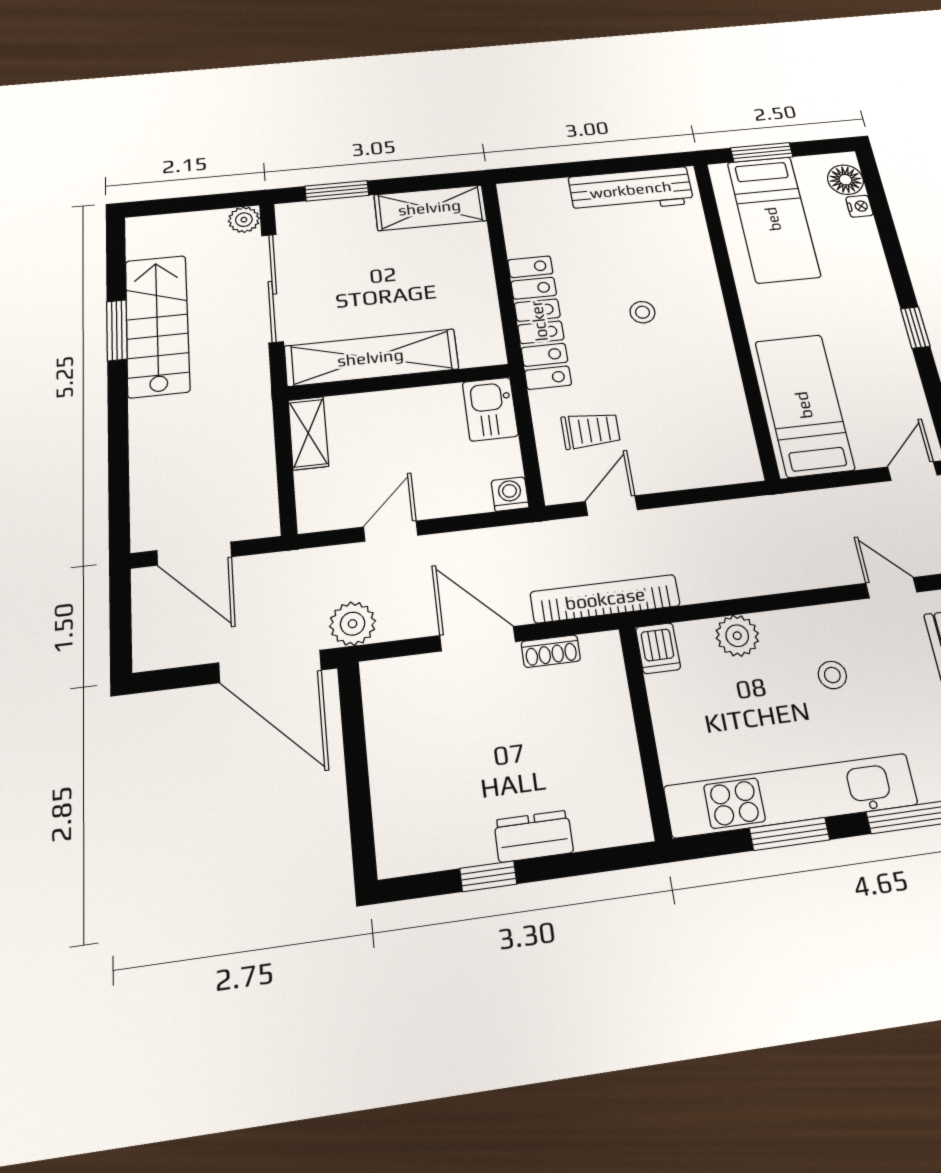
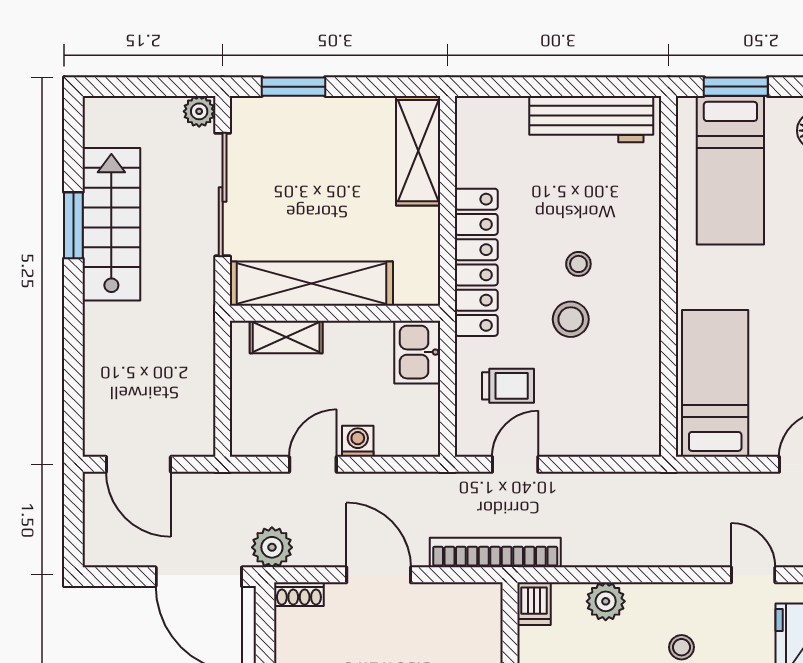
shelving: (430, 208) -> (418, 151), moved, turned 90
stool: (644, 362) -> (571, 319), added
shelving: (308, 433) -> (286, 337), moved, turned 90
washing machine: (510, 494) -> (358, 441), moved
shoe rack: (551, 651) -> (299, 594), moved

